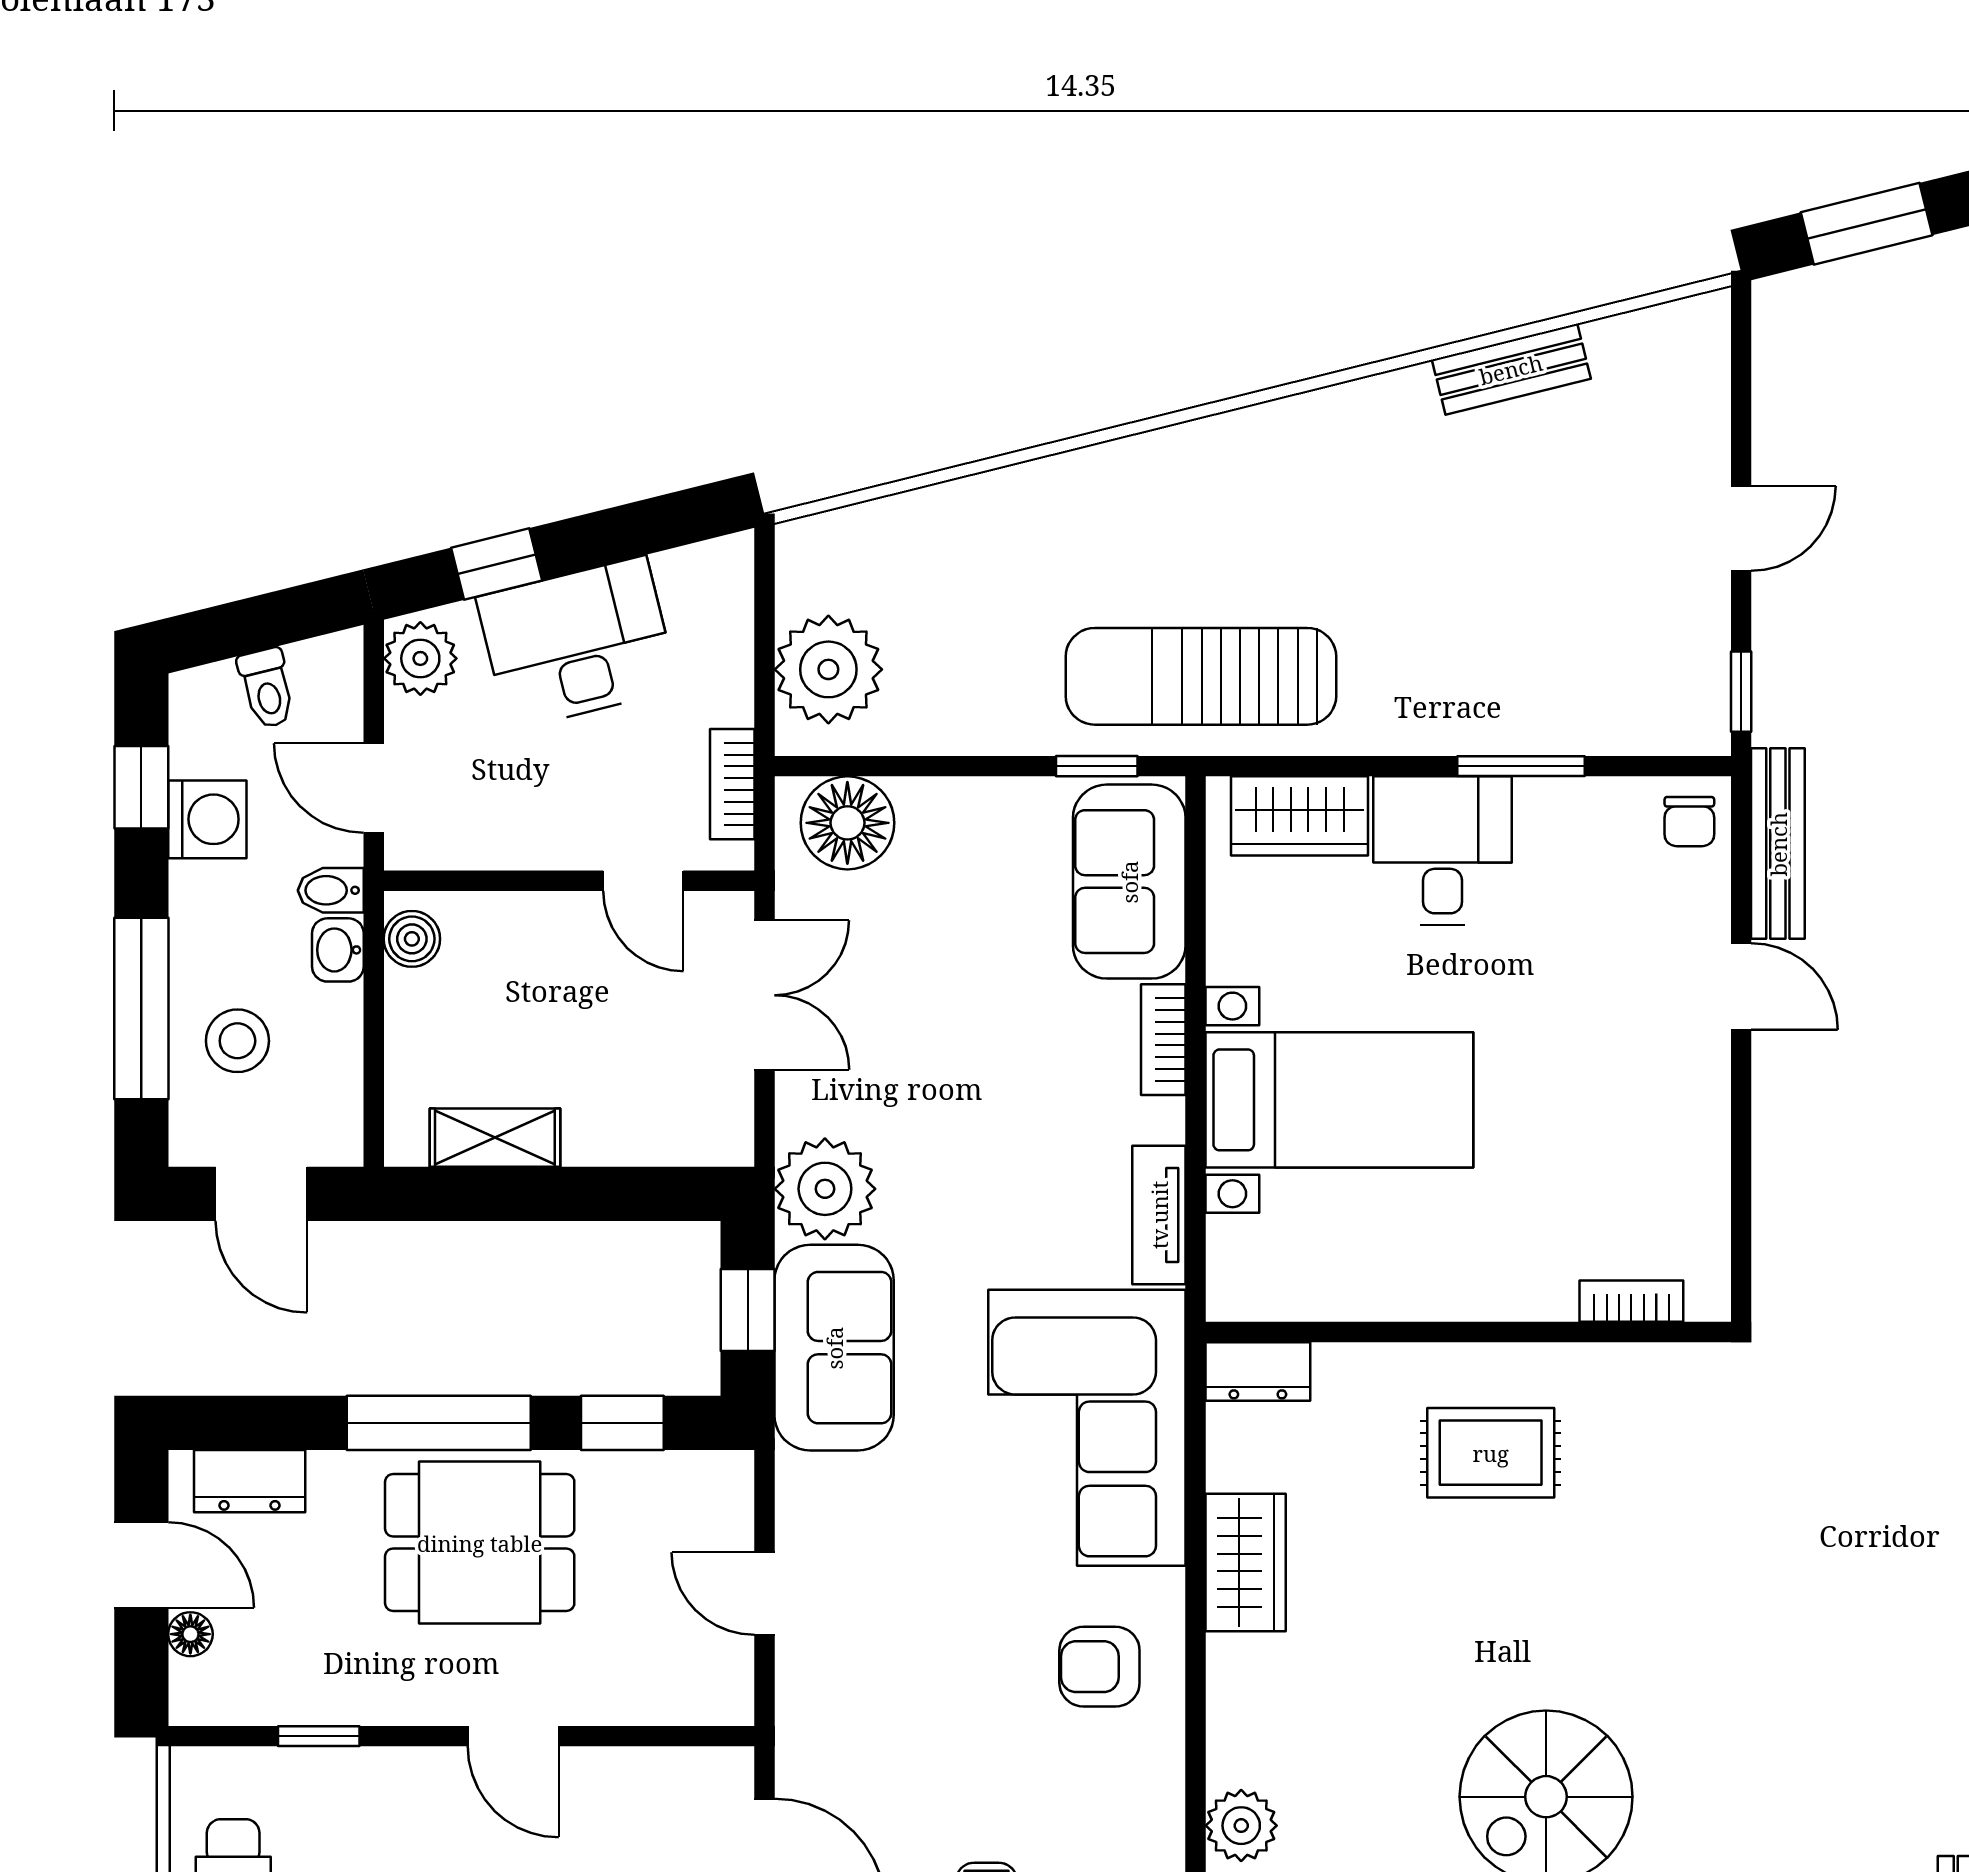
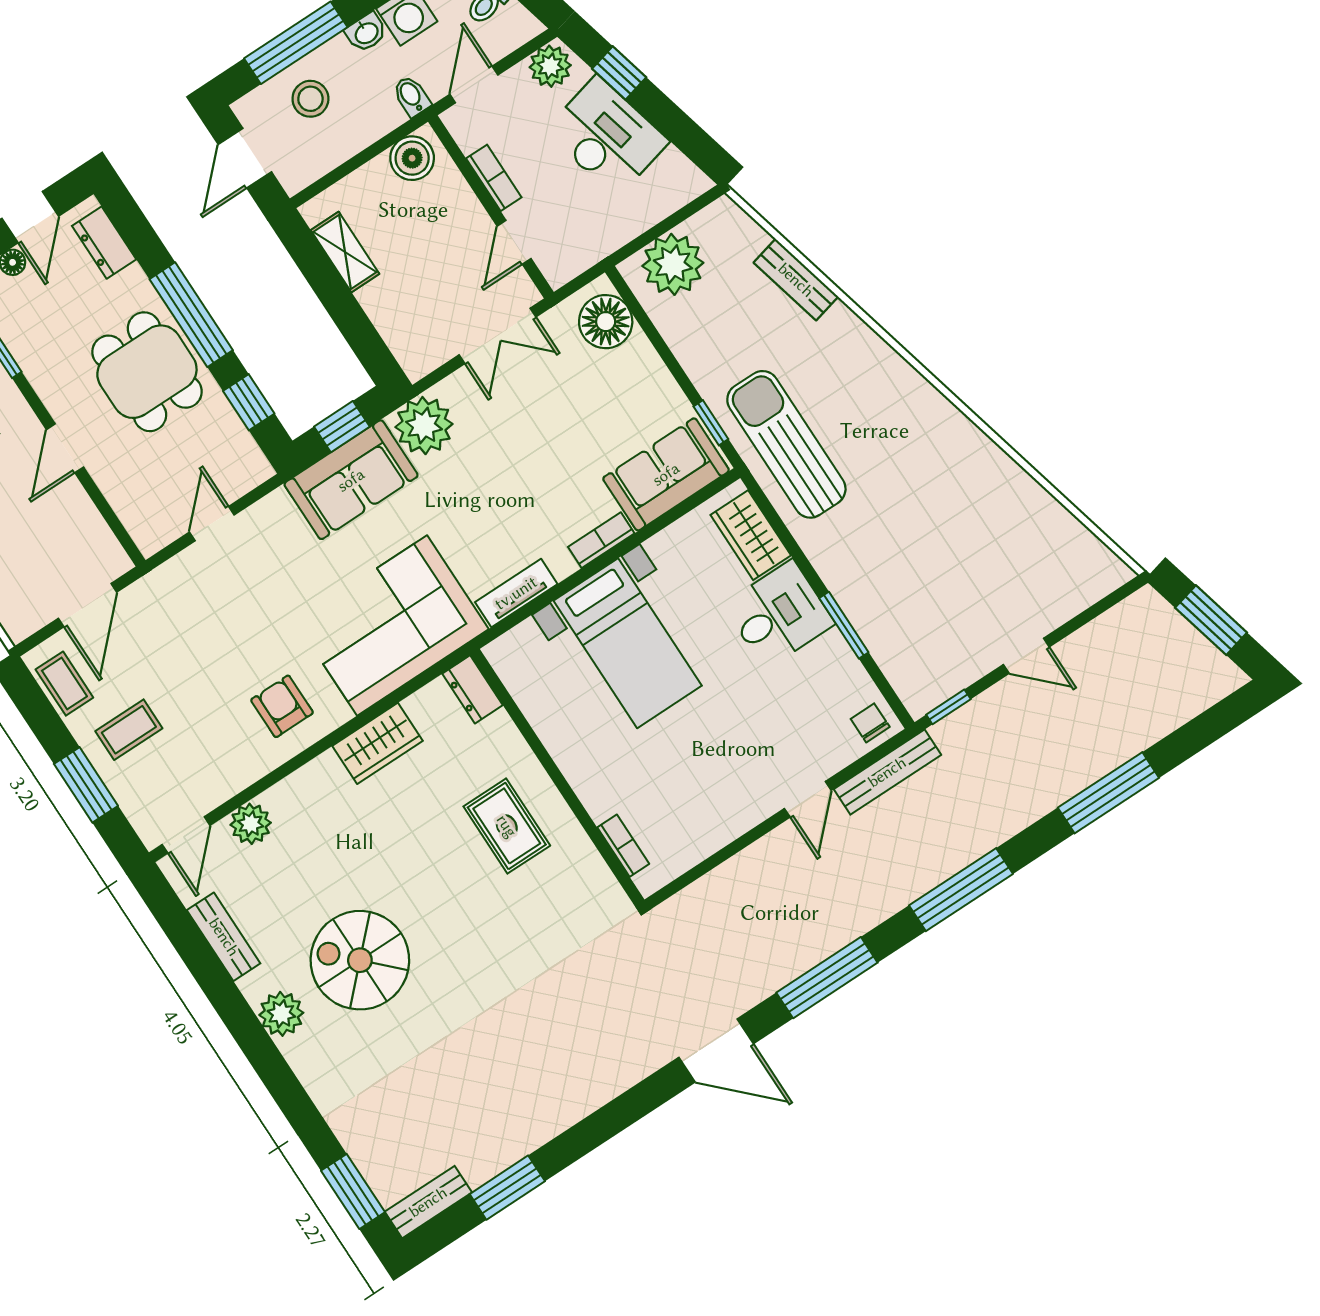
bench: (1511, 369) -> (796, 280), moved
bookcase: (732, 784) -> (494, 178), moved, turned 90
chair: (1689, 822) -> (870, 723), turned 90
boiler: (412, 939) -> (412, 158), width x1.36, depth x1.36
washbasin: (338, 950) -> (366, 33), moved, turned 180

